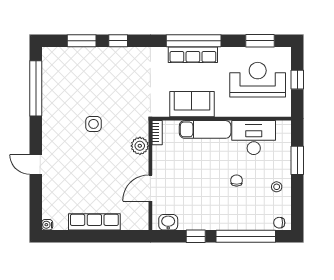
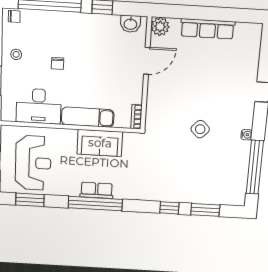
row of seats: (193, 55) -> (97, 190), width x0.68
reception desk: (258, 80) -> (33, 163), turned -90
side table: (93, 124) -> (200, 129), turned 45
plant: (140, 146) -> (160, 27), moved
water cooler: (47, 225) -> (247, 135), moved

